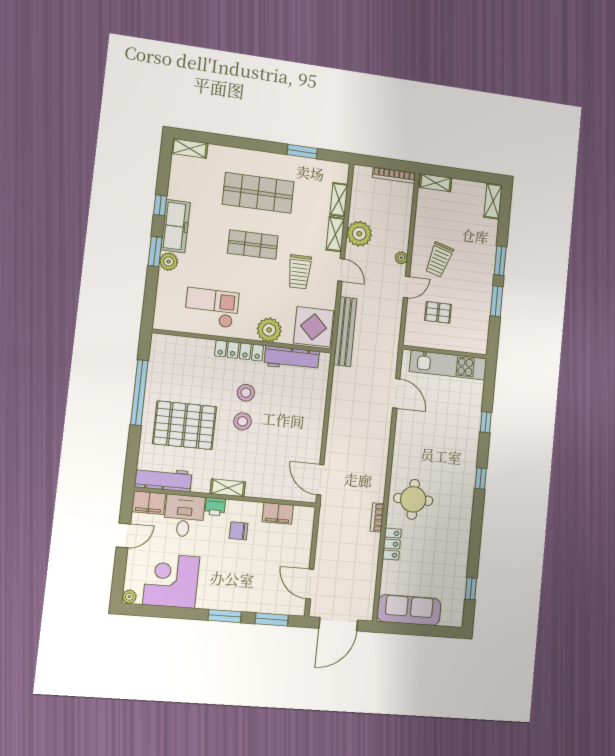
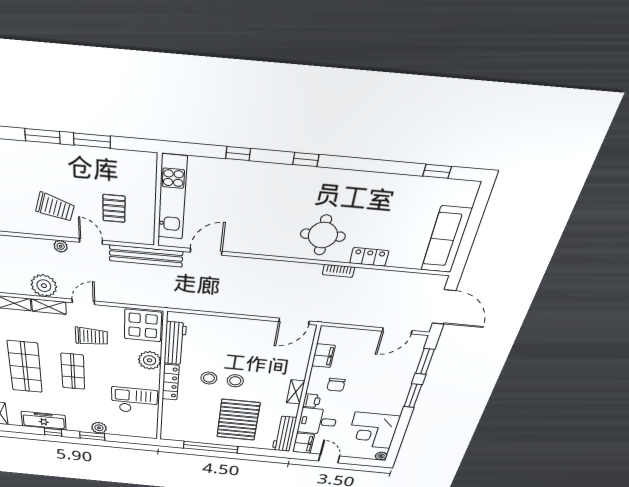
freezer: (175, 226) -> (44, 421), moved
checkout: (212, 308) -> (134, 401), turned 90
bench: (345, 332) -> (146, 256), moved

